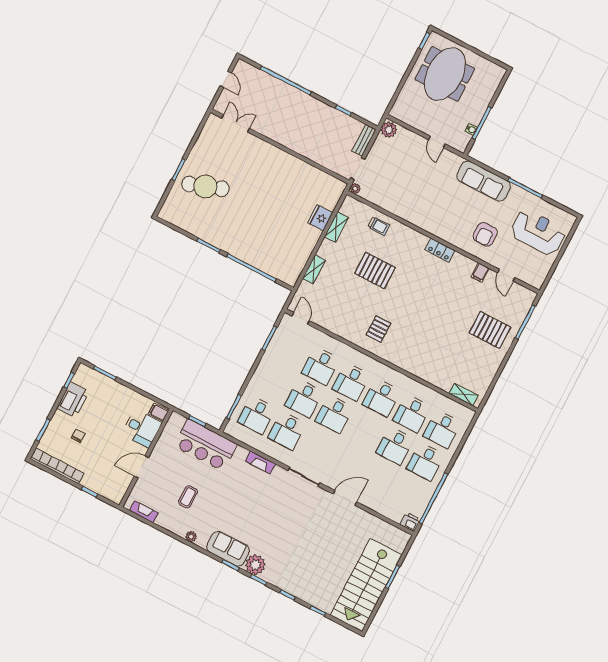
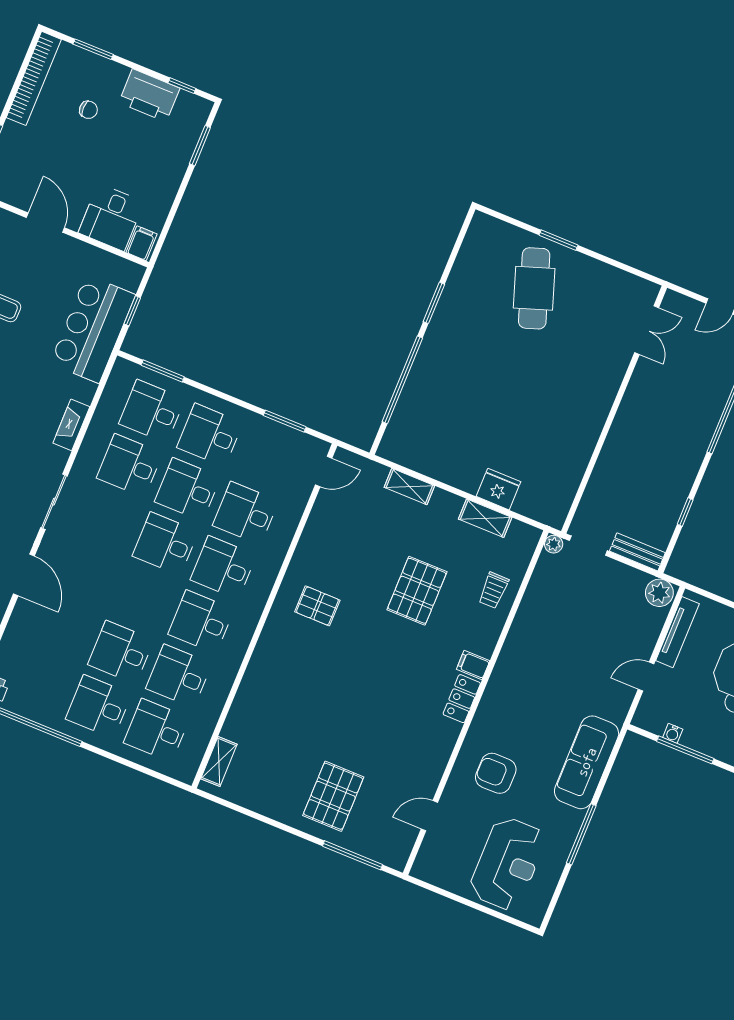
tv unit: (413, 121) -> (677, 632), added
filing cabinet: (480, 273) -> (473, 665), moved
desk: (274, 383) -> (210, 435), added

